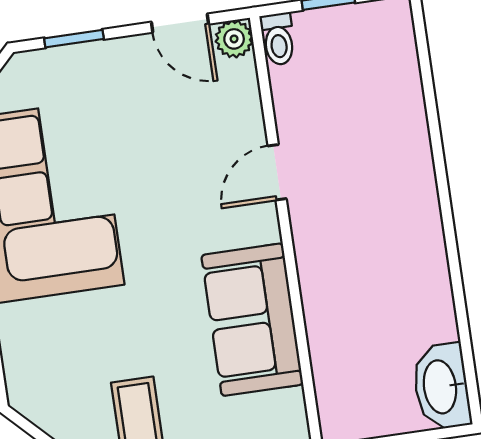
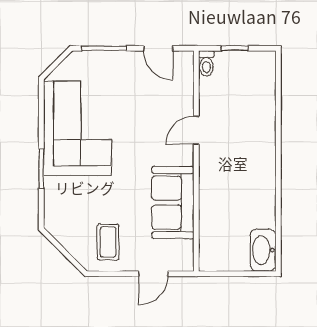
window: (74, 39) -> (104, 48), width x1.50
plant: (234, 39) -> (184, 60), removed

